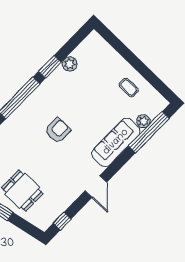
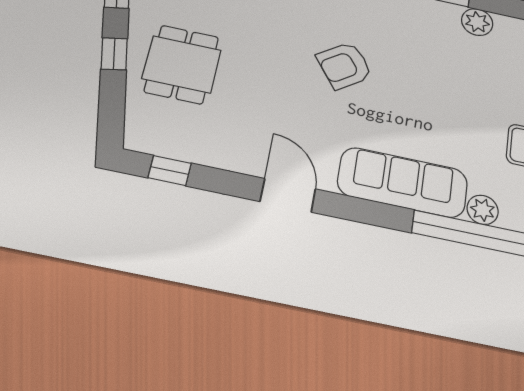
armchair: (58, 130) -> (344, 66), turned 144
door: (96, 186) -> (288, 195), swing flipped

